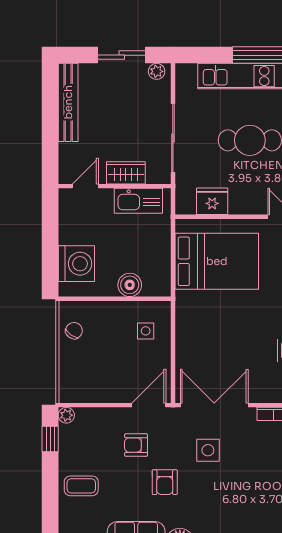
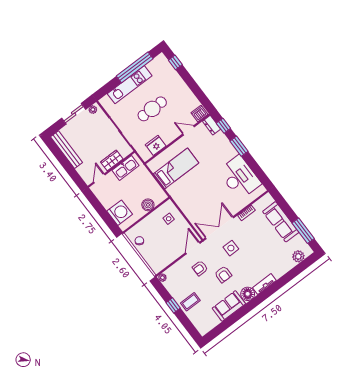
bed: (217, 261) -> (176, 168), width x0.67
window: (50, 439) -> (173, 305), moved

